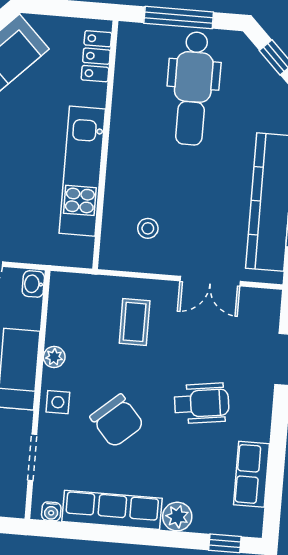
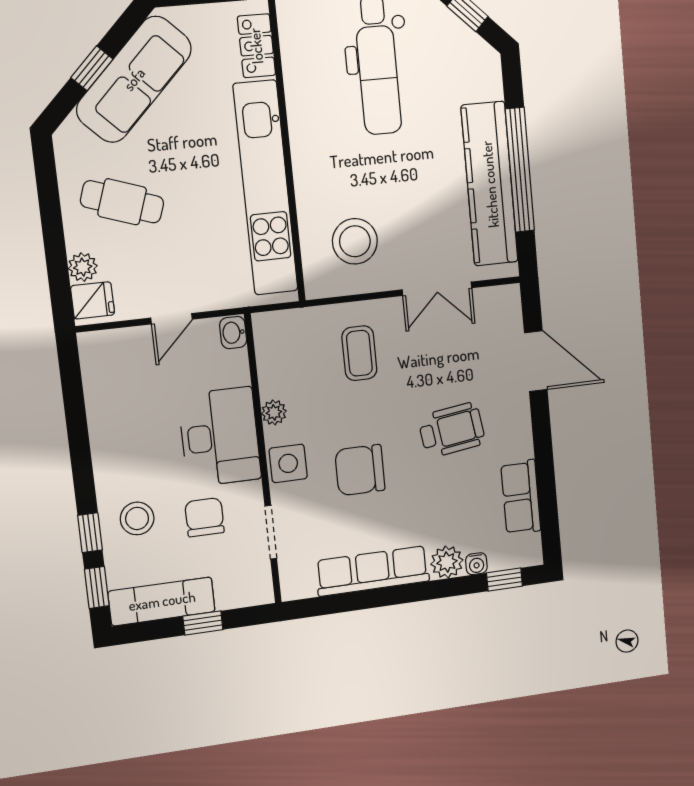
kitchen unit: (82, 171) -> (266, 188), width x1.36
stool: (148, 228) -> (355, 241), width x1.89, depth x1.89
side table: (58, 402) -> (288, 463), width x1.37, depth x1.37
chair: (117, 421) -> (360, 470), turned 131
water cooler: (51, 511) -> (476, 564), moved

